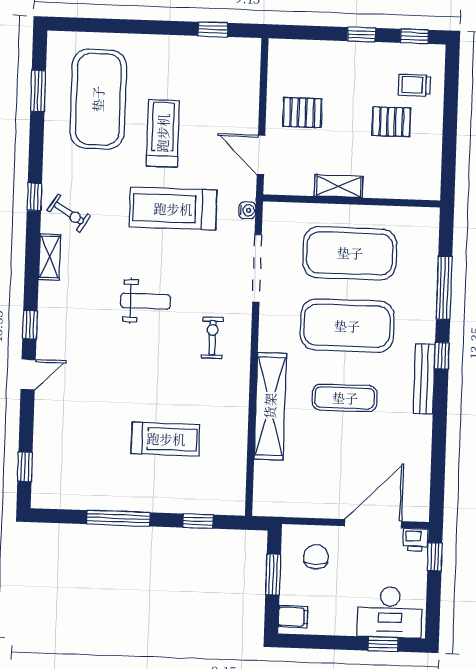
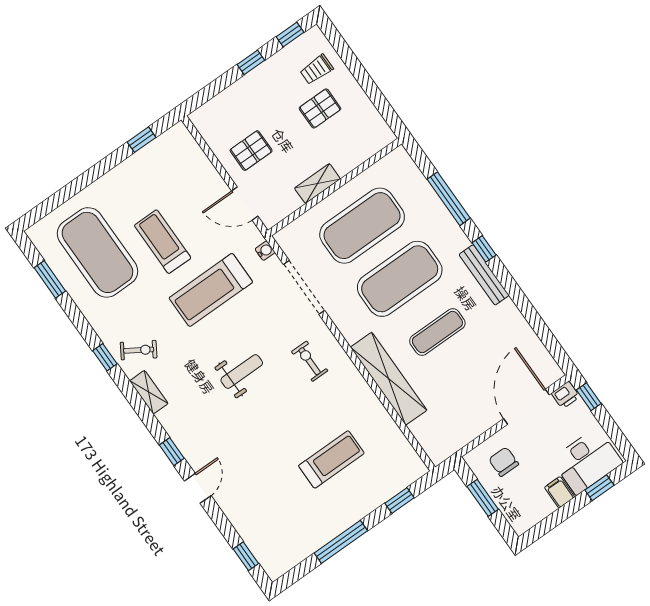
filing cabinet: (293, 617) -> (560, 492), moved, turned -90

